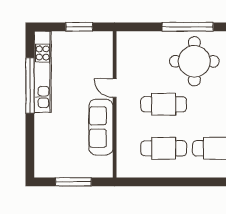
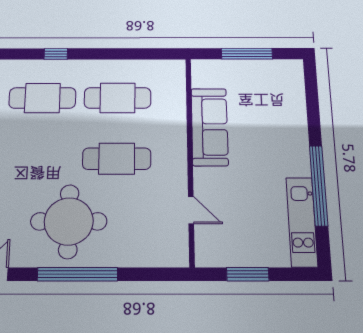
kitchen unit: (43, 72) -> (302, 222), width x0.73
door: (115, 88) -> (191, 210), moved
window: (207, 182) -> (56, 54), added

